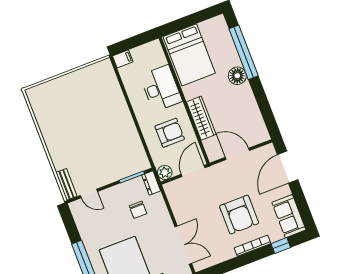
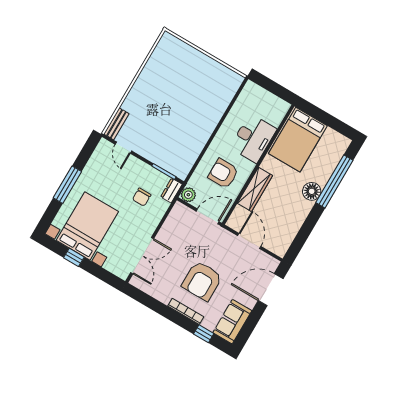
filing cabinet: (123, 59) -> (252, 89), removed
armchair: (170, 133) -> (223, 174), turned 180

